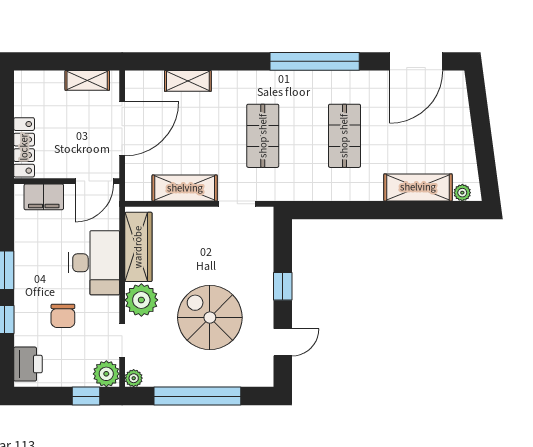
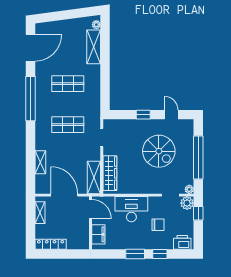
door: (416, 61) -> (30, 48), hinge flipped
locker: (24, 147) -> (51, 244), moved
shelving: (185, 188) -> (94, 177), moved
wardrobe: (138, 247) -> (110, 173), moved, turned 90
plant: (141, 300) -> (150, 186), removed
spiral stairs: (210, 318) -> (159, 151), turned -90

